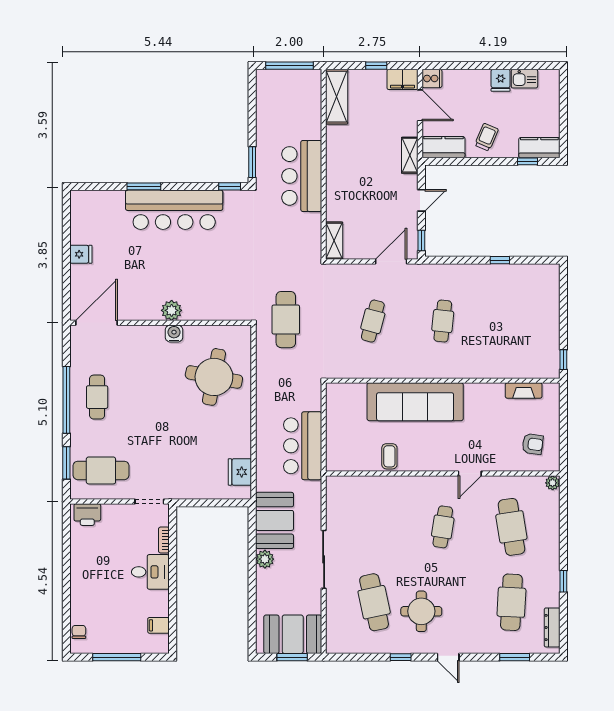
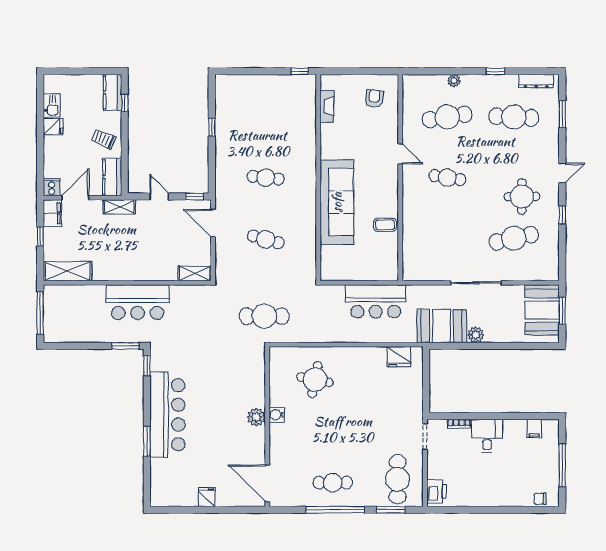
round table: (214, 377) -> (315, 380), width x0.73, depth x0.73
plant: (553, 483) -> (454, 81), moved

